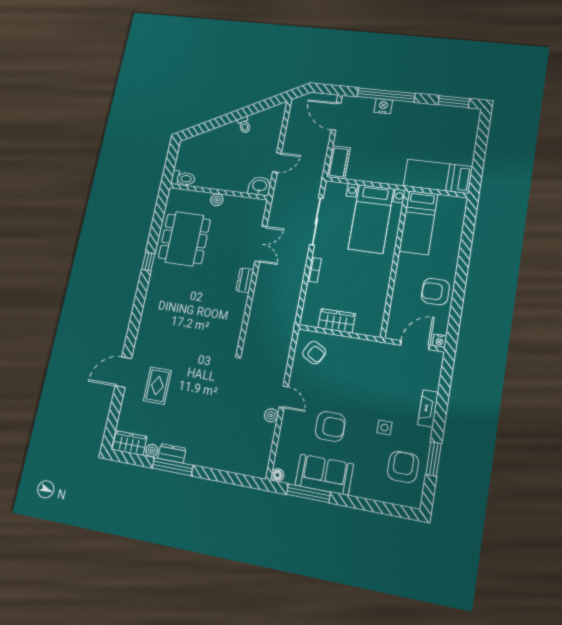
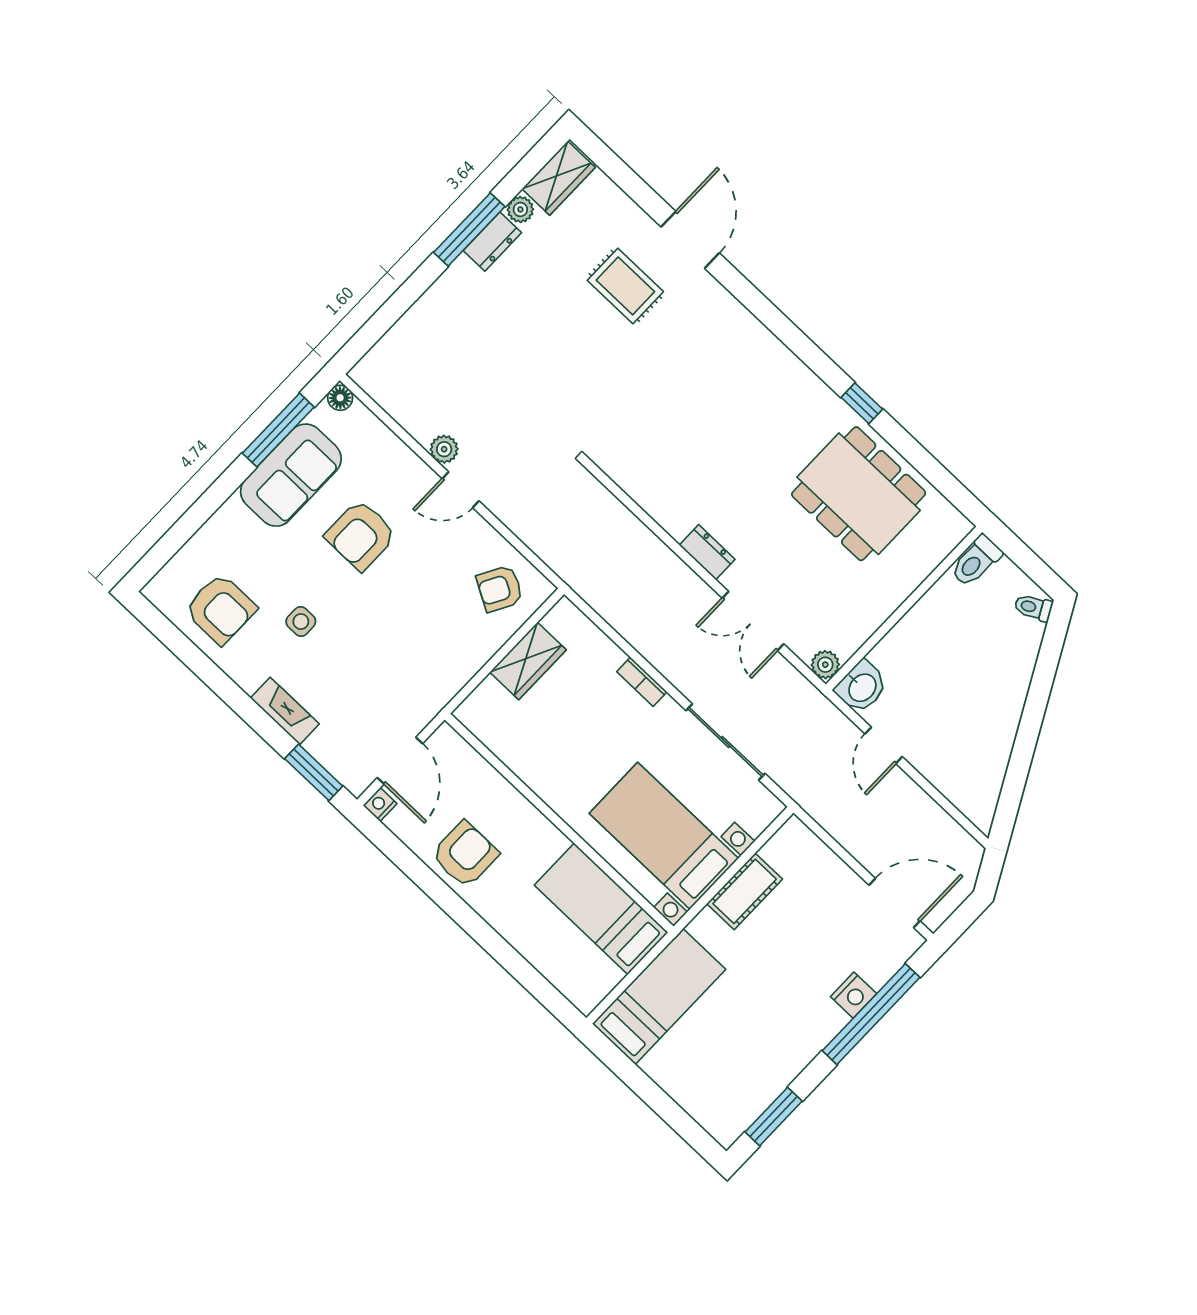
toilet: (244, 125) -> (1033, 608), moved
cot: (339, 162) -> (745, 891), moved, turned 90
plant: (217, 200) -> (825, 665), moved
window: (434, 459) -> (314, 772), moved

